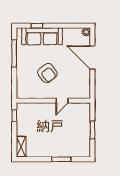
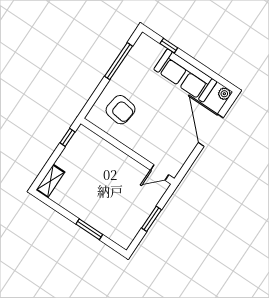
sofa: (42, 36) -> (185, 76), moved
armchair: (47, 73) -> (121, 110), moved, turned -45
door: (62, 101) -> (160, 172), moved

